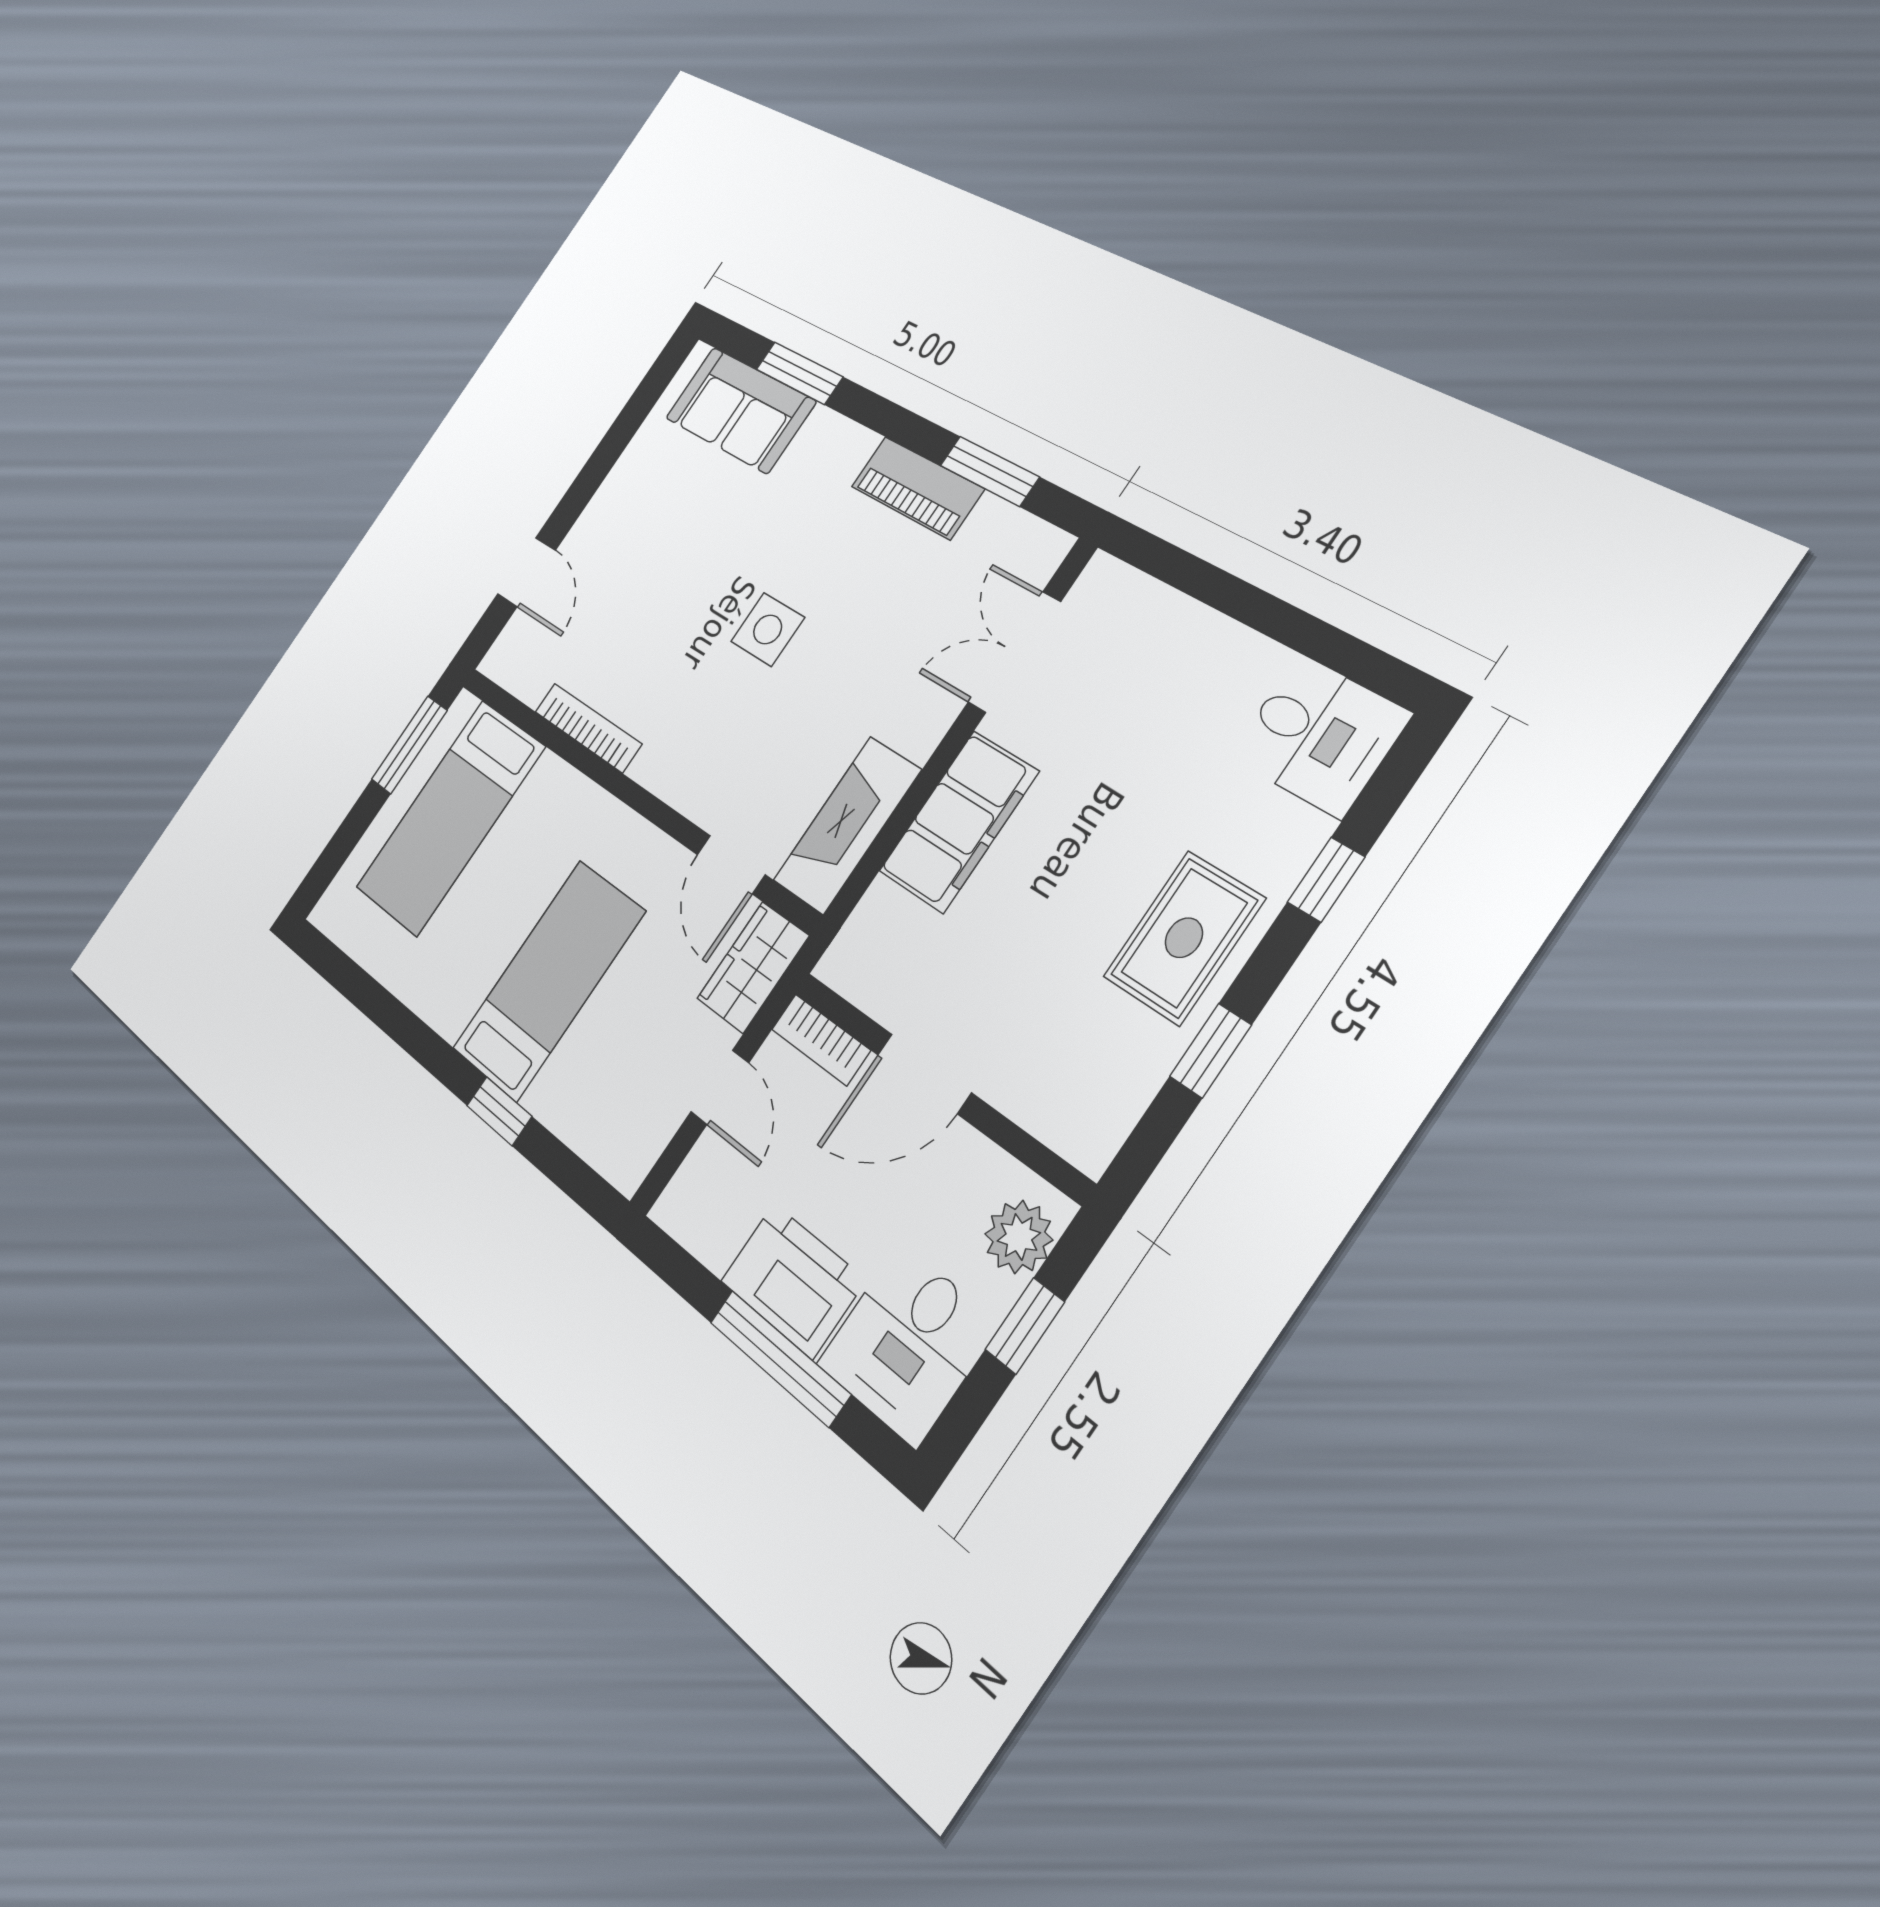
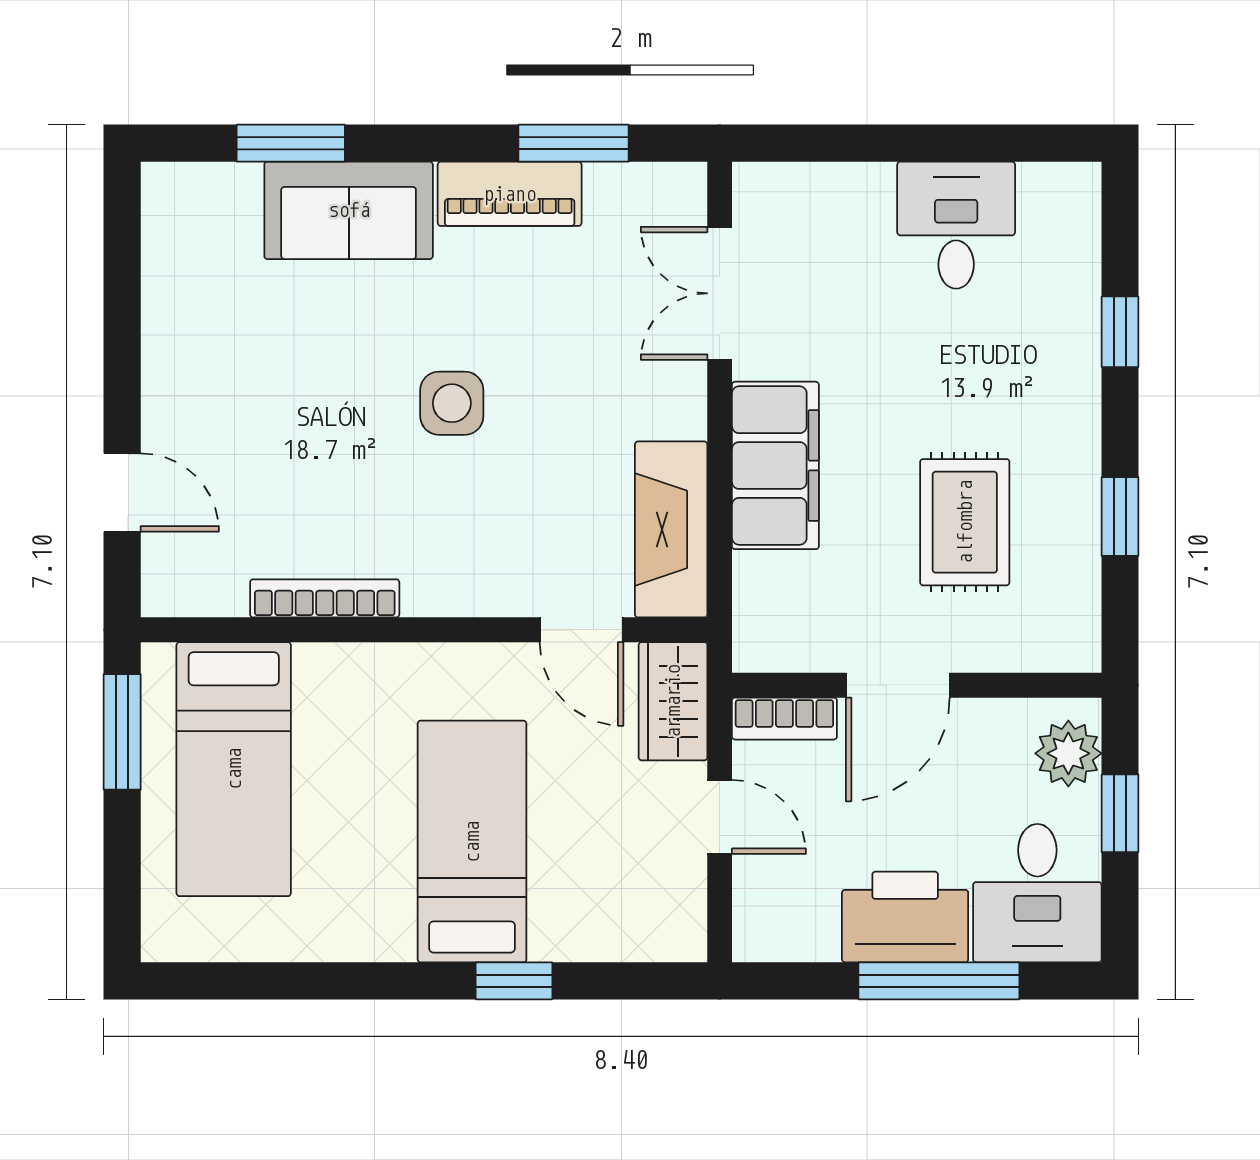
sofa: (740, 410) -> (349, 210), moved
desk: (1320, 735) -> (956, 225), moved, turned -90
rug: (1184, 938) -> (965, 522), moved

